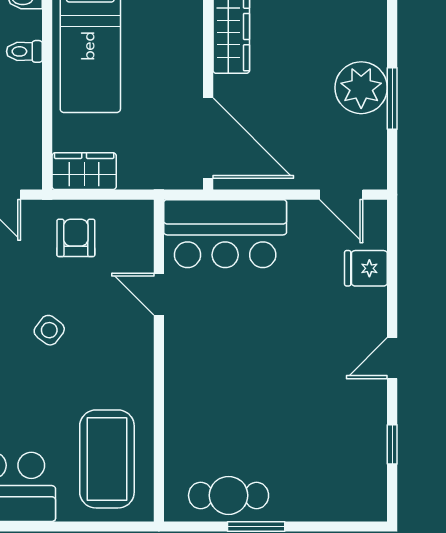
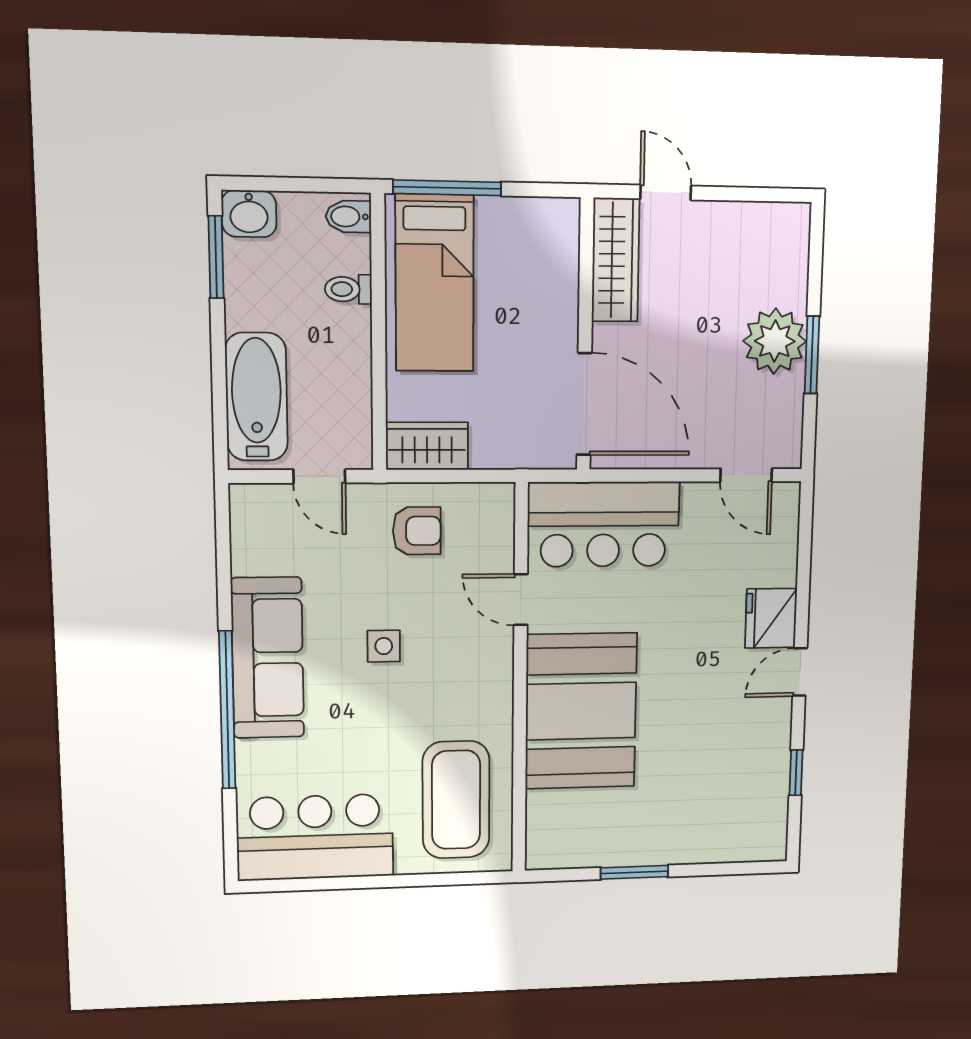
armchair: (76, 238) -> (417, 531), turned 90
fridge: (366, 268) -> (771, 618), moved, width x1.38
side table: (49, 330) -> (384, 646), turned -37
booth: (209, 387) -> (581, 711), added
cafe table: (229, 495) -> (602, 838), removed

